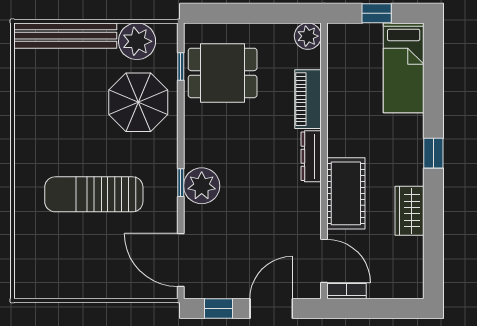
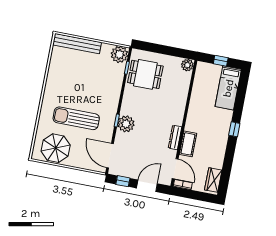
plant: (137, 41) -> (119, 54), moved
piano: (308, 99) -> (182, 94), removed
parasol: (138, 102) -> (56, 148), moved
dresser: (311, 156) -> (175, 138), moved
cot: (346, 193) -> (188, 144), width x0.73, depth x0.75
wardrobe: (410, 211) -> (213, 180), moved

